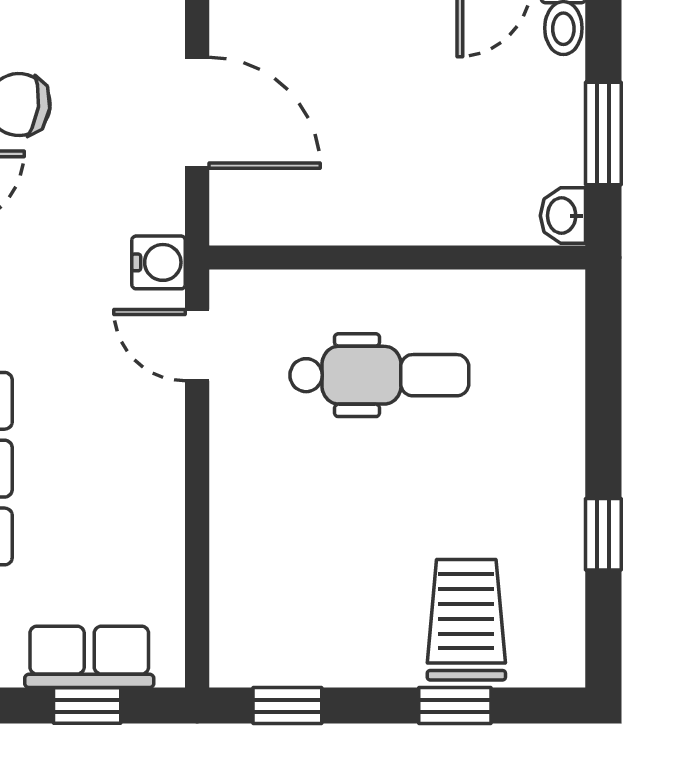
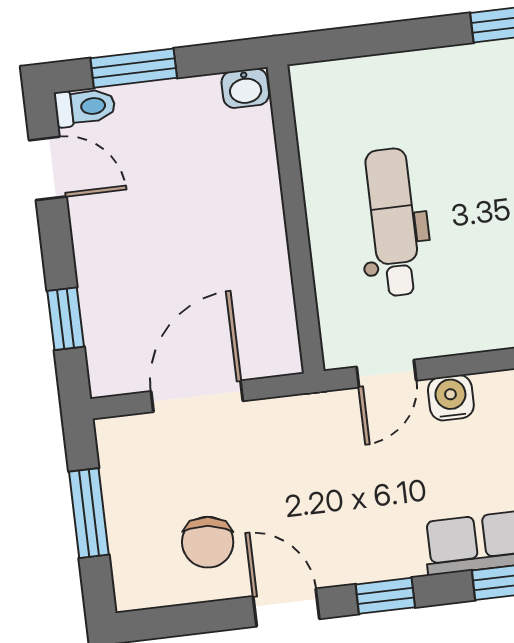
window: (603, 133) -> (134, 68), moved
water cooler: (159, 262) -> (451, 398), moved

